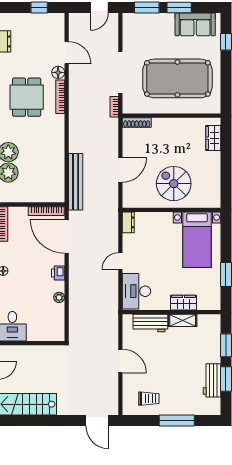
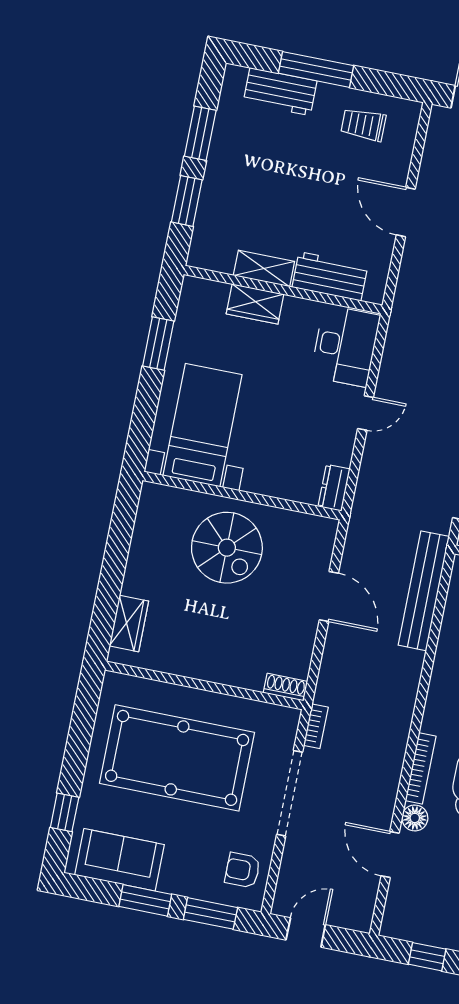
armchair: (135, 31) -> (243, 870), added
shoe rack: (137, 123) -> (285, 687), width x0.70
door: (120, 170) -> (329, 596), swing flipped
workbench: (212, 380) -> (280, 92), moved, turned 90

